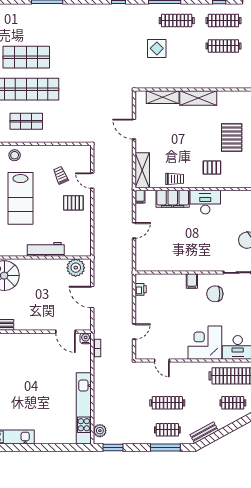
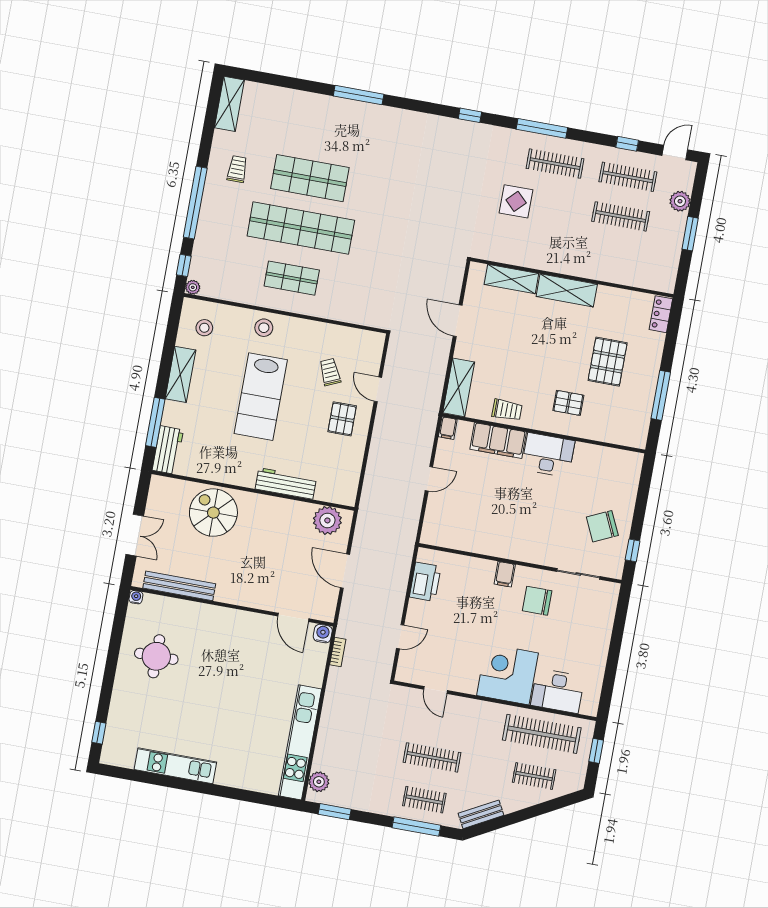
pallet: (73, 203) -> (342, 419), turned 90
printer: (141, 289) -> (425, 582), width x1.87, depth x1.48

